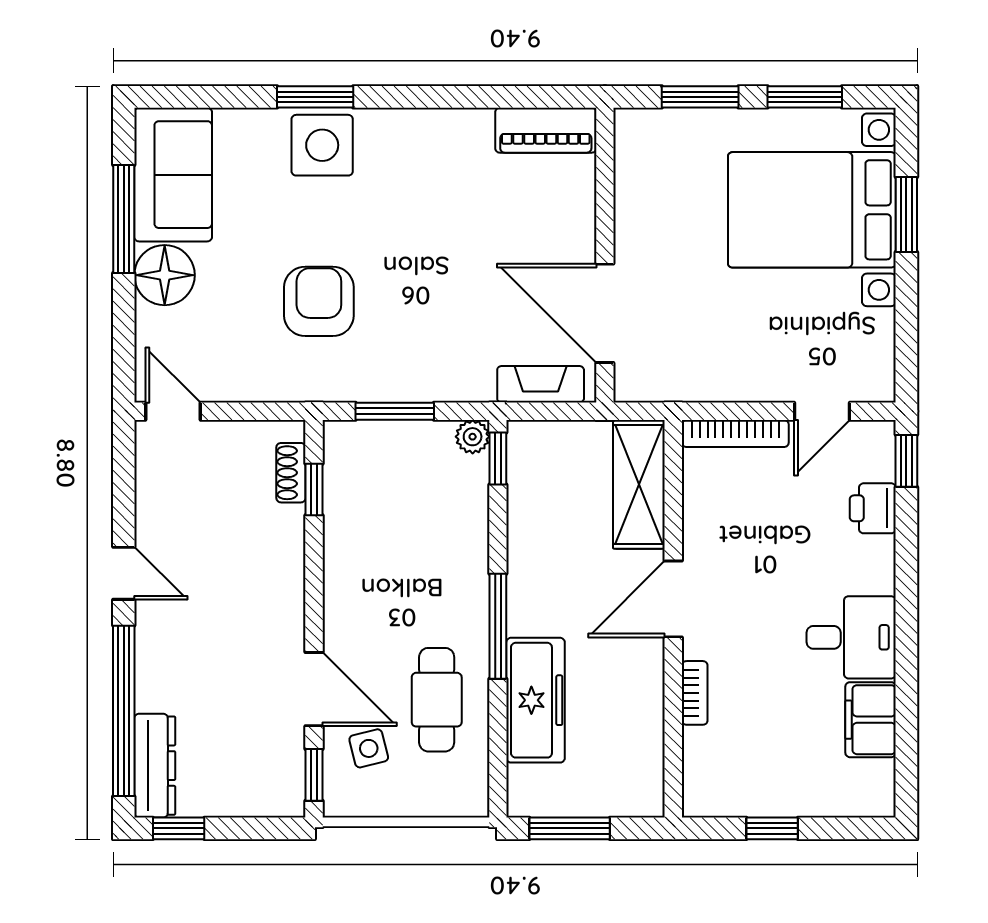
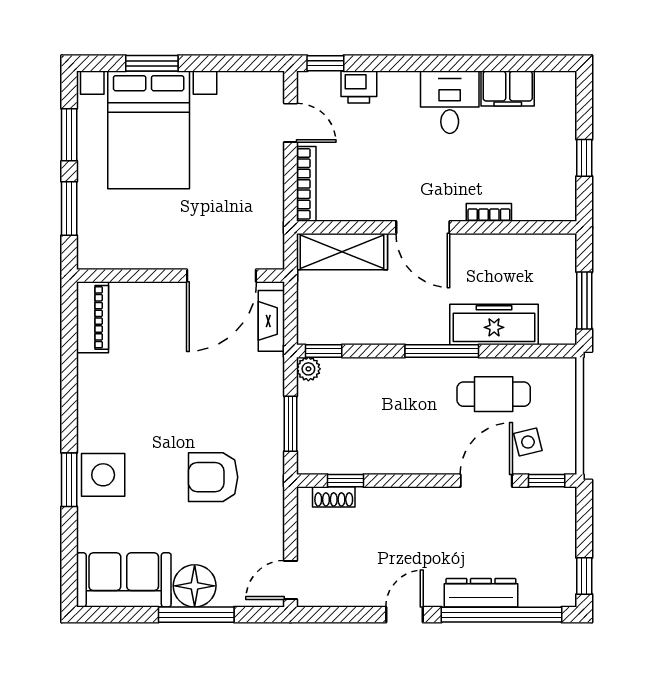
window: (124, 219) -> (196, 615), moved
dresser: (155, 766) -> (481, 593), moved

